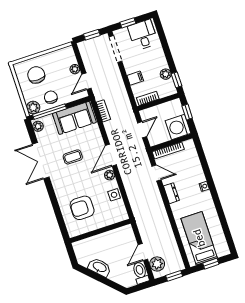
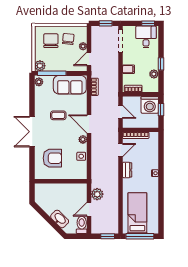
window: (128, 23) -> (148, 23), moved
window: (176, 80) -> (161, 64), moved
chair: (51, 97) -> (68, 39), moved
washing machine: (178, 127) -> (150, 105), moved, turned -90
door: (142, 130) -> (121, 112), hinge flipped
door: (111, 155) -> (89, 124), hinge flipped
double door: (41, 161) -> (32, 132), moved
door: (156, 173) -> (121, 150), hinge flipped
armchair: (82, 208) -> (52, 158), turned 180
plant: (157, 264) -> (97, 194), moved
window: (211, 264) -> (140, 236), width x2.17
washbasin: (100, 267) -> (60, 219), moved

